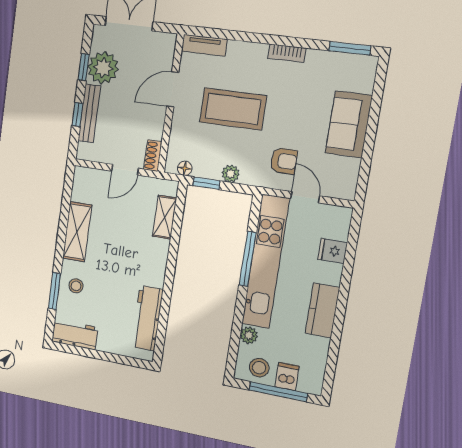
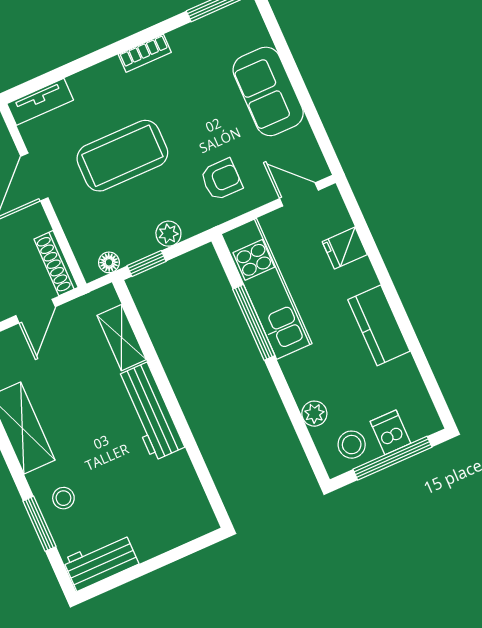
shoe rack: (153, 156) -> (56, 263), width x1.43
door: (305, 197) -> (299, 194), moved
kitchen unit: (265, 262) -> (267, 289), width x0.73
workbench: (147, 318) -> (150, 412), moved

